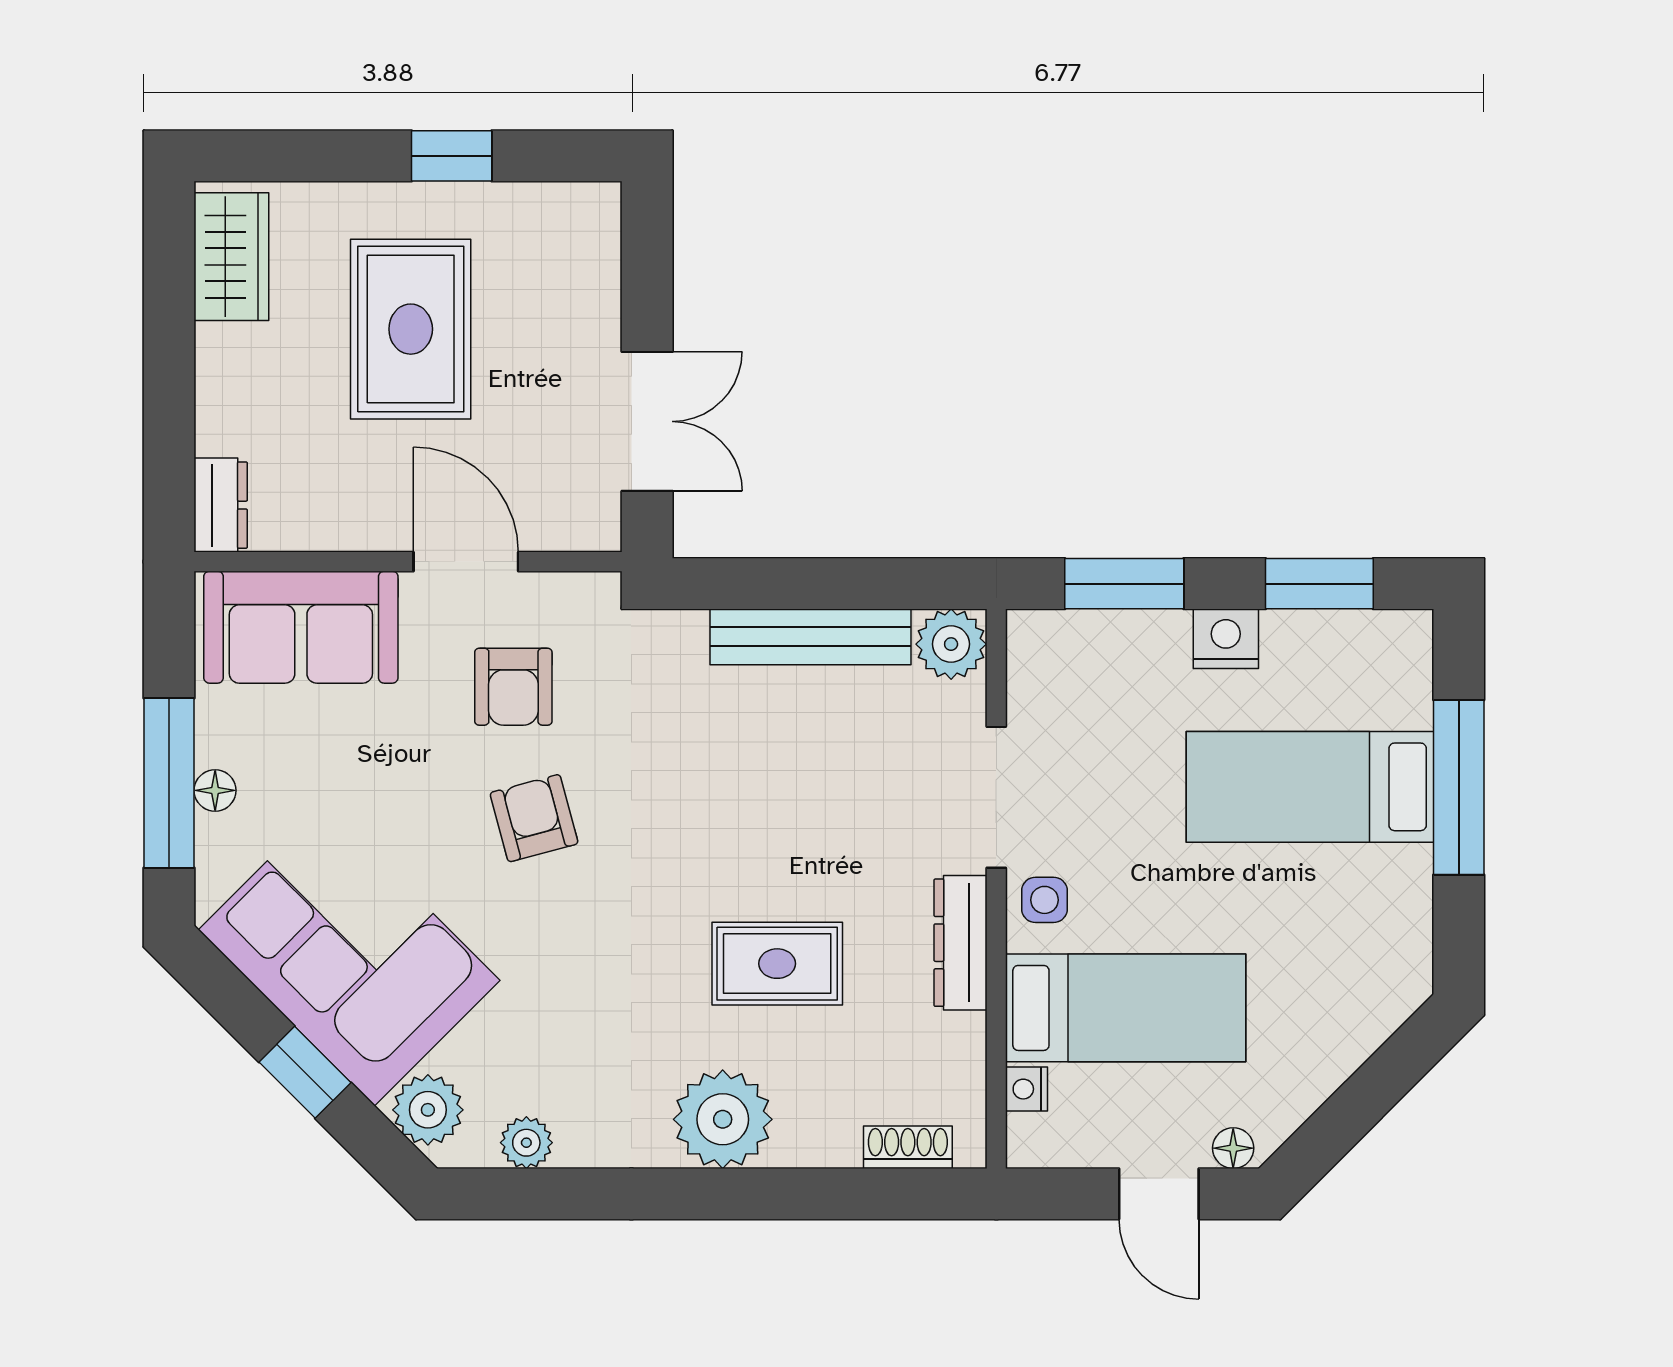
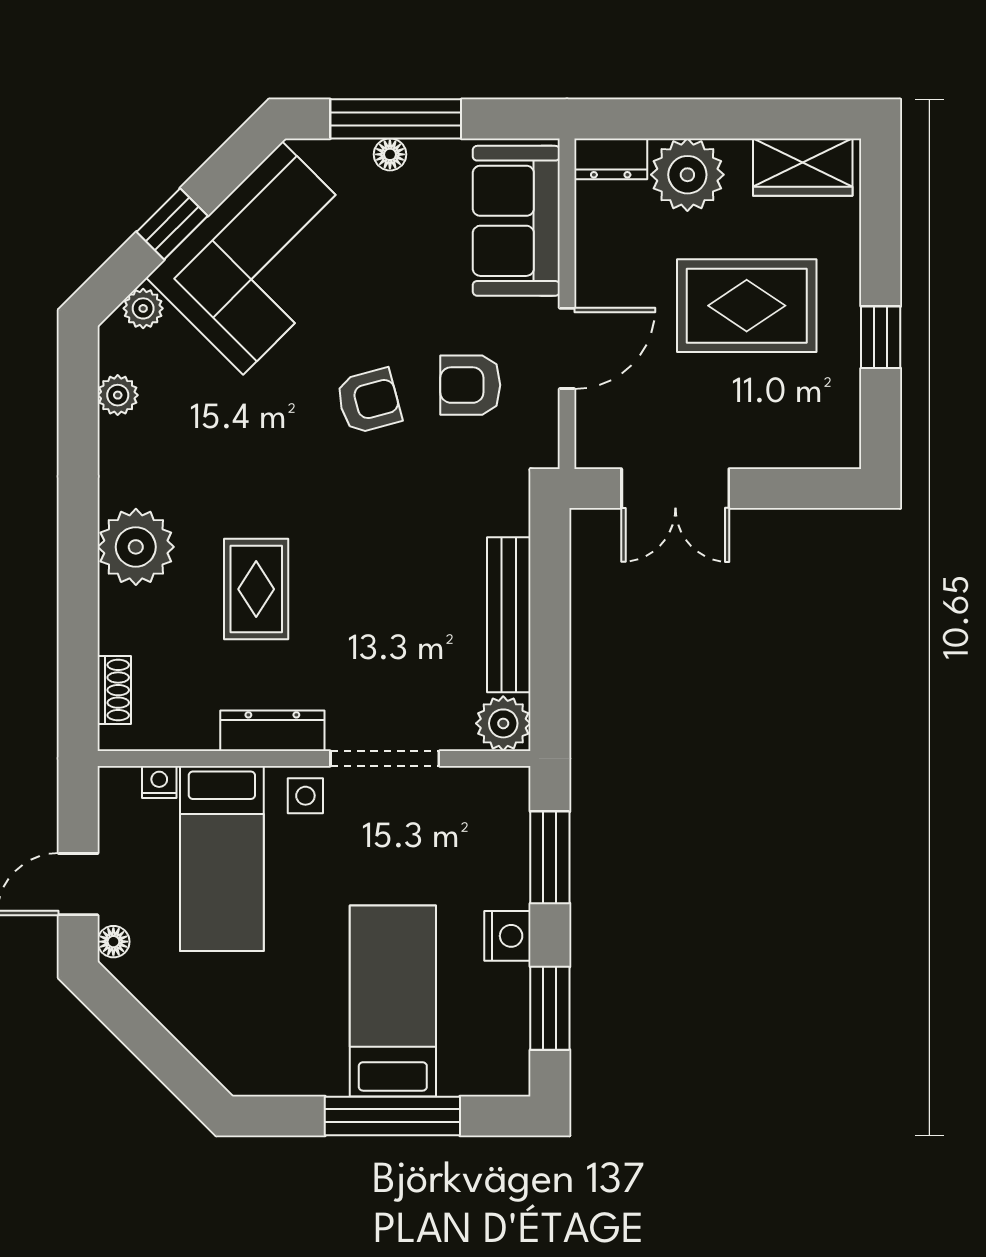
plant: (241, 406) -> (687, 175), added
plant: (428, 1110) -> (143, 308), width x0.73, depth x0.73

